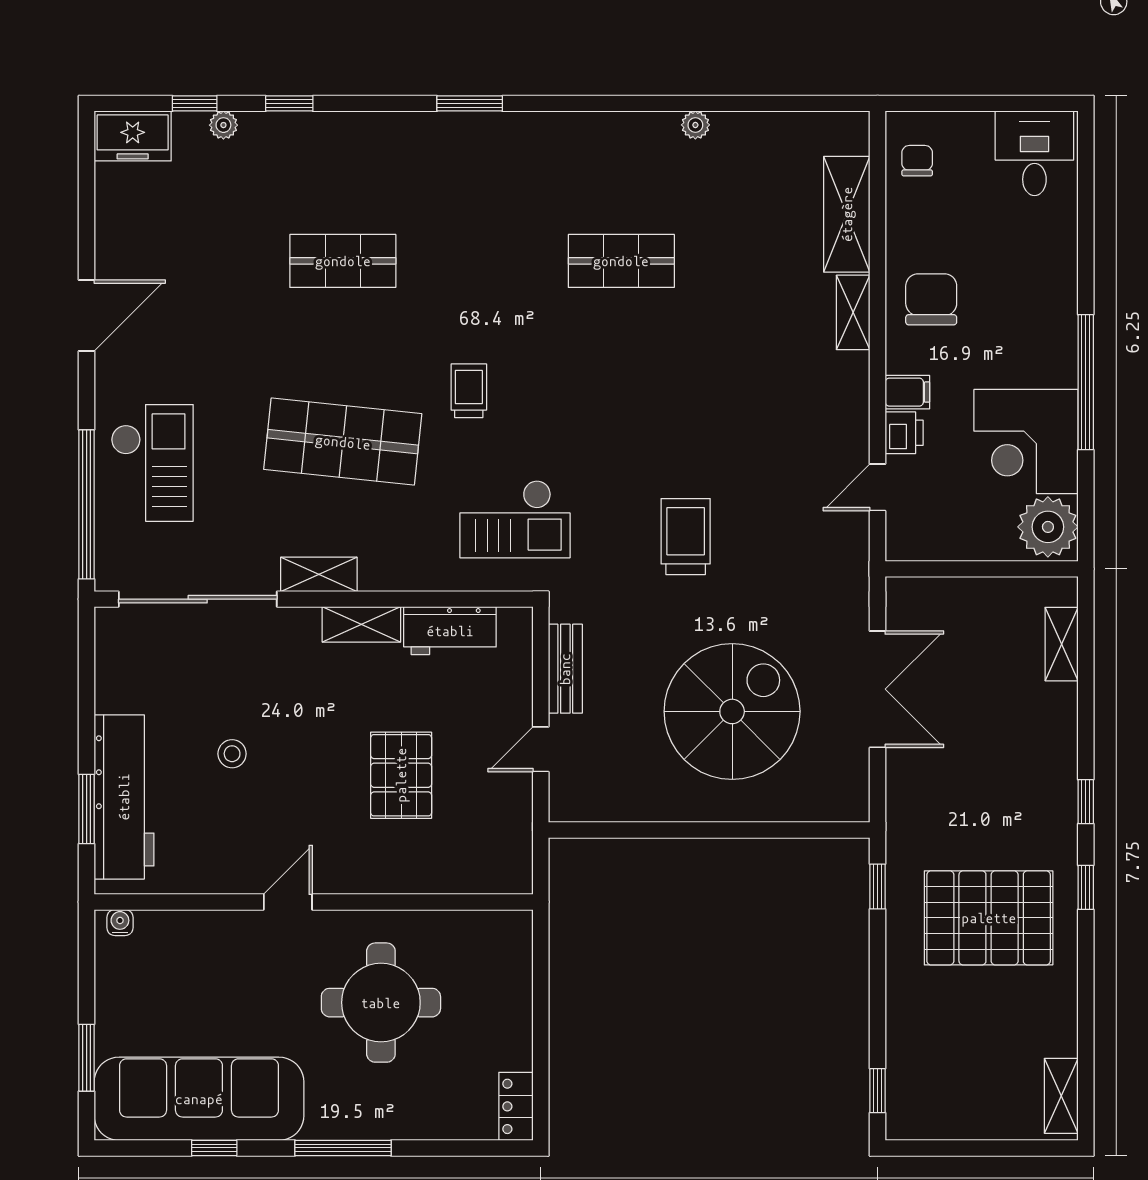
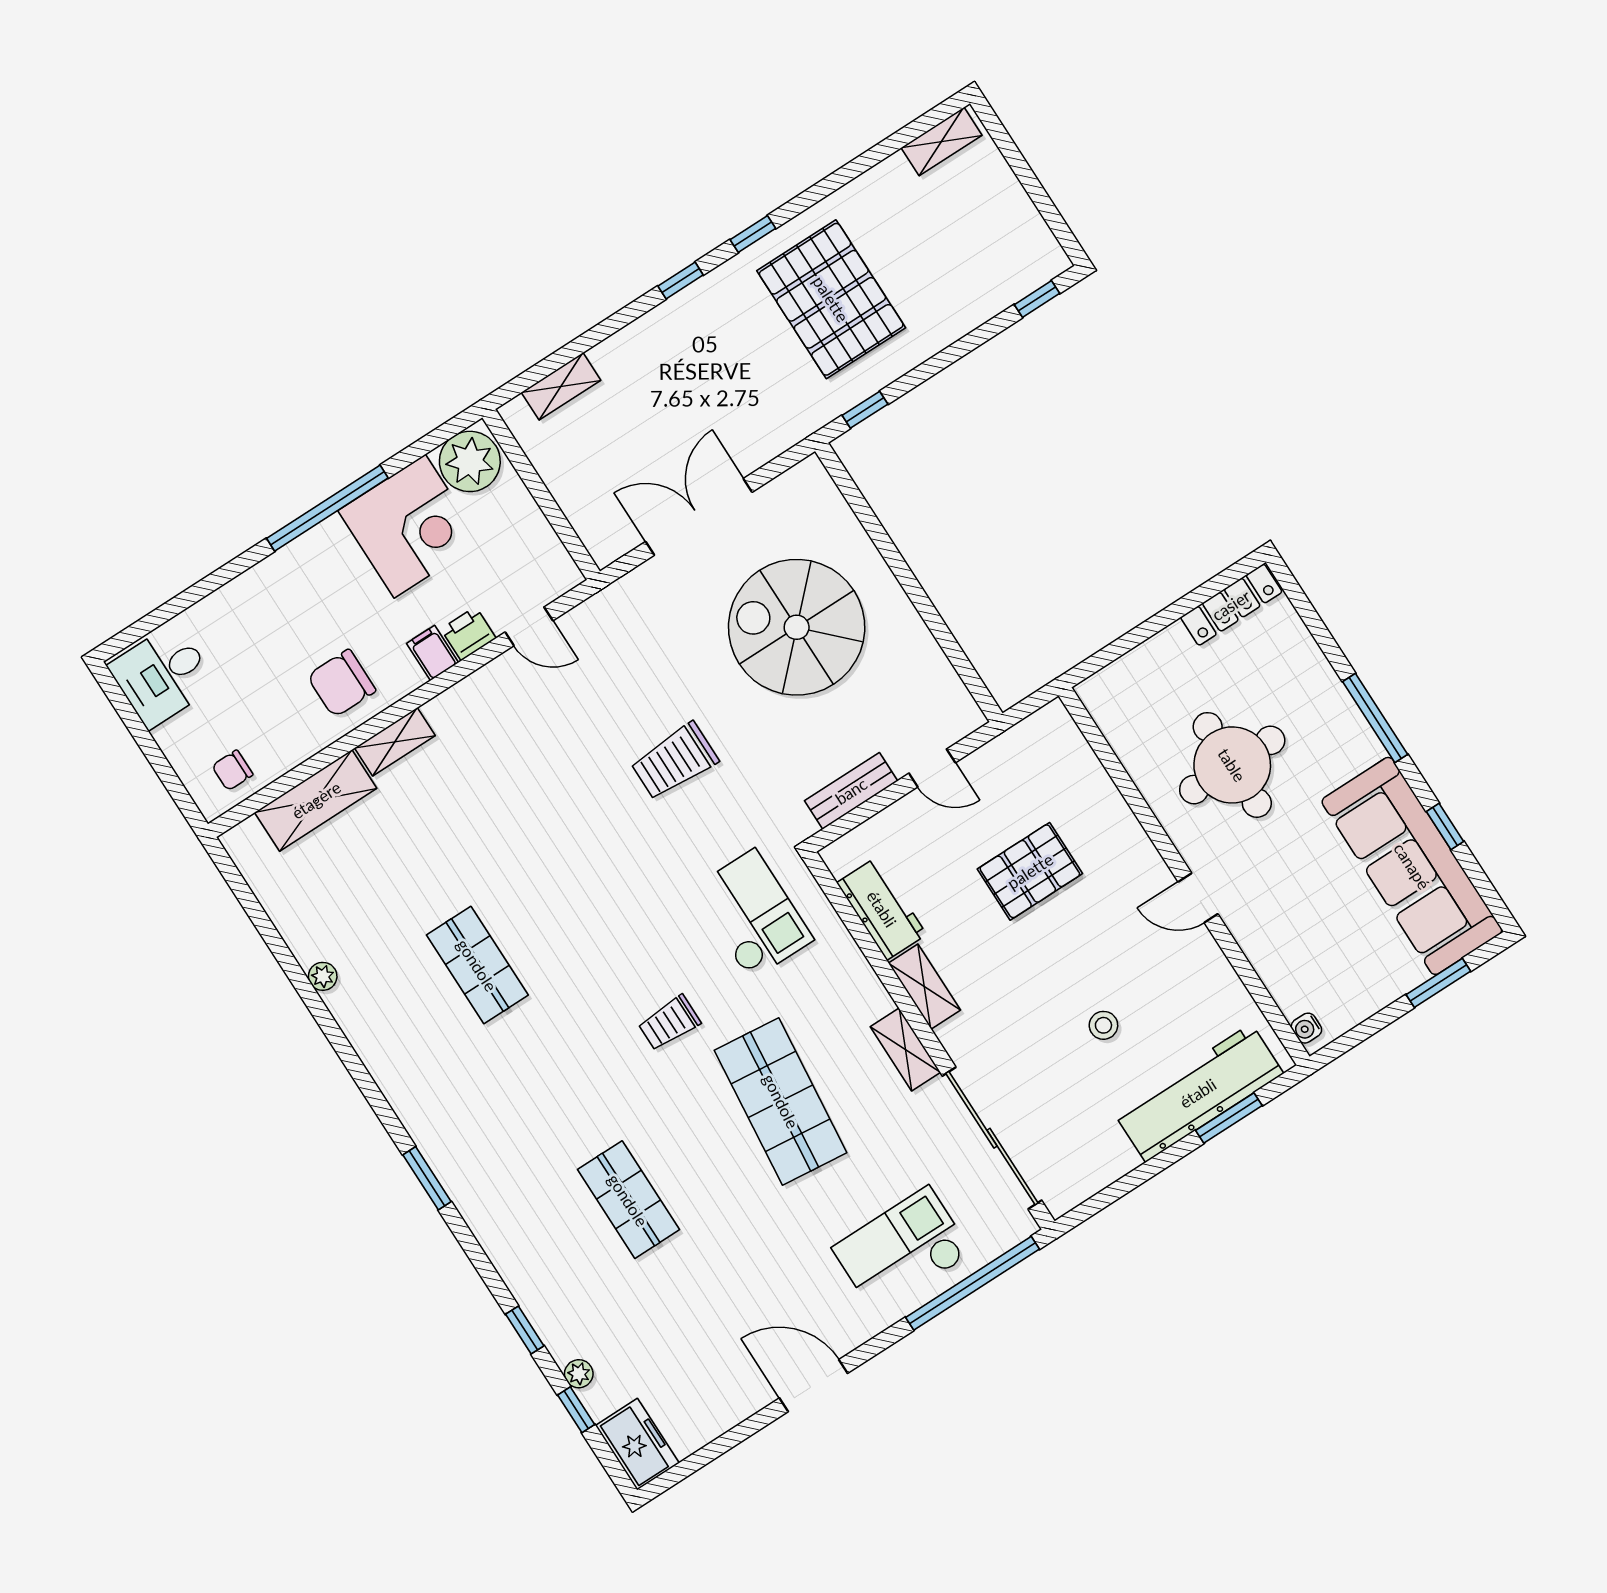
locker: (516, 1106) -> (1231, 605), width x1.53

